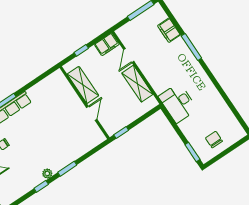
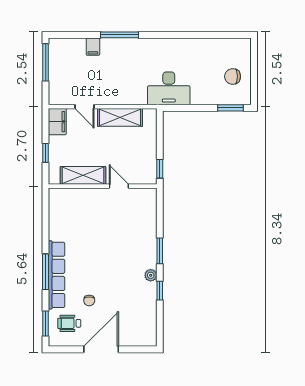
filing cabinet: (169, 30) -> (93, 47), width x0.50

